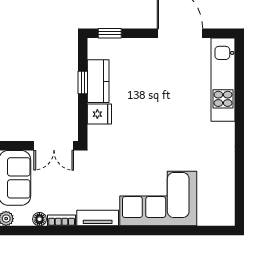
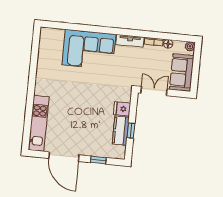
window: (110, 33) -> (98, 160), moved

